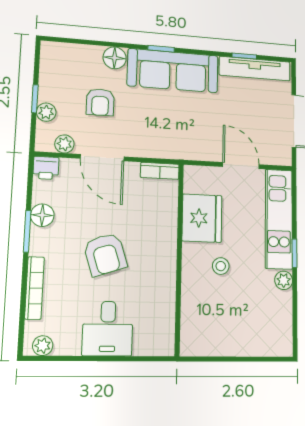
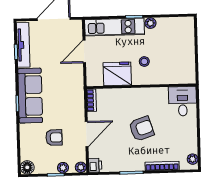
floor lamp: (115, 58) -> (27, 167), moved
plant: (64, 144) -> (81, 167), moved
floor lamp: (42, 215) -> (122, 165), removed
desk: (108, 329) -> (183, 101), moved, turned -90

